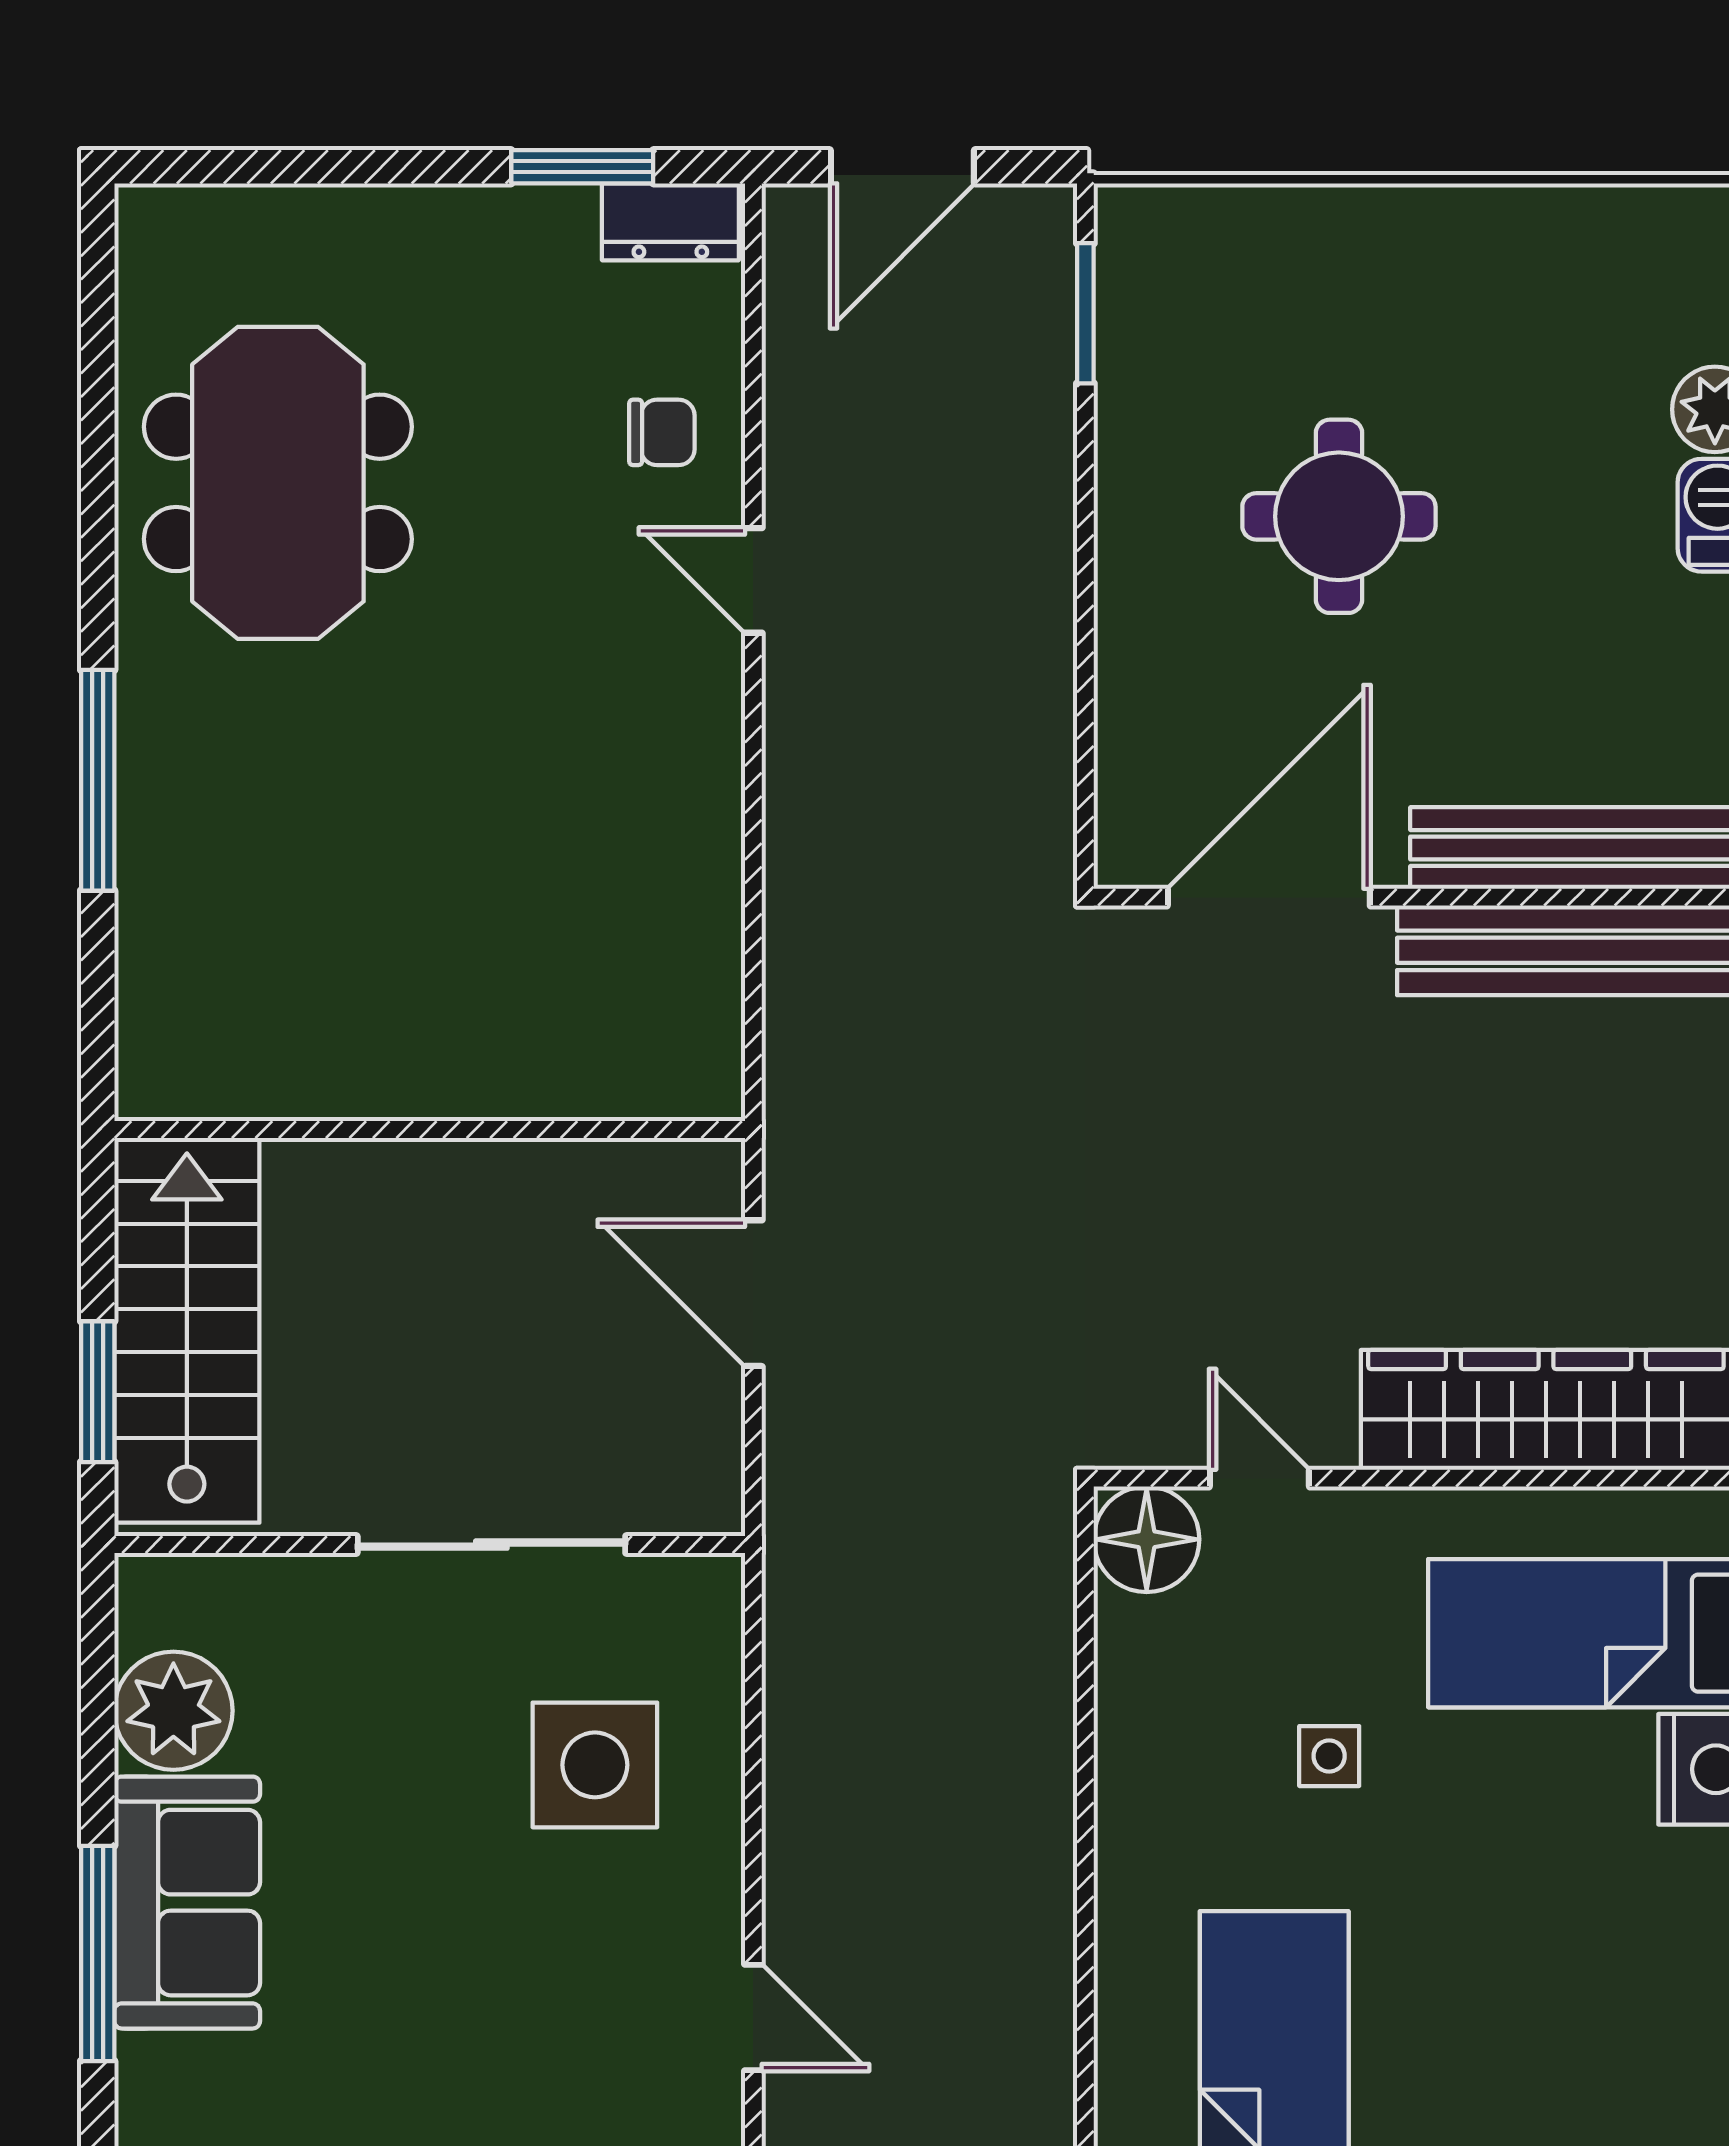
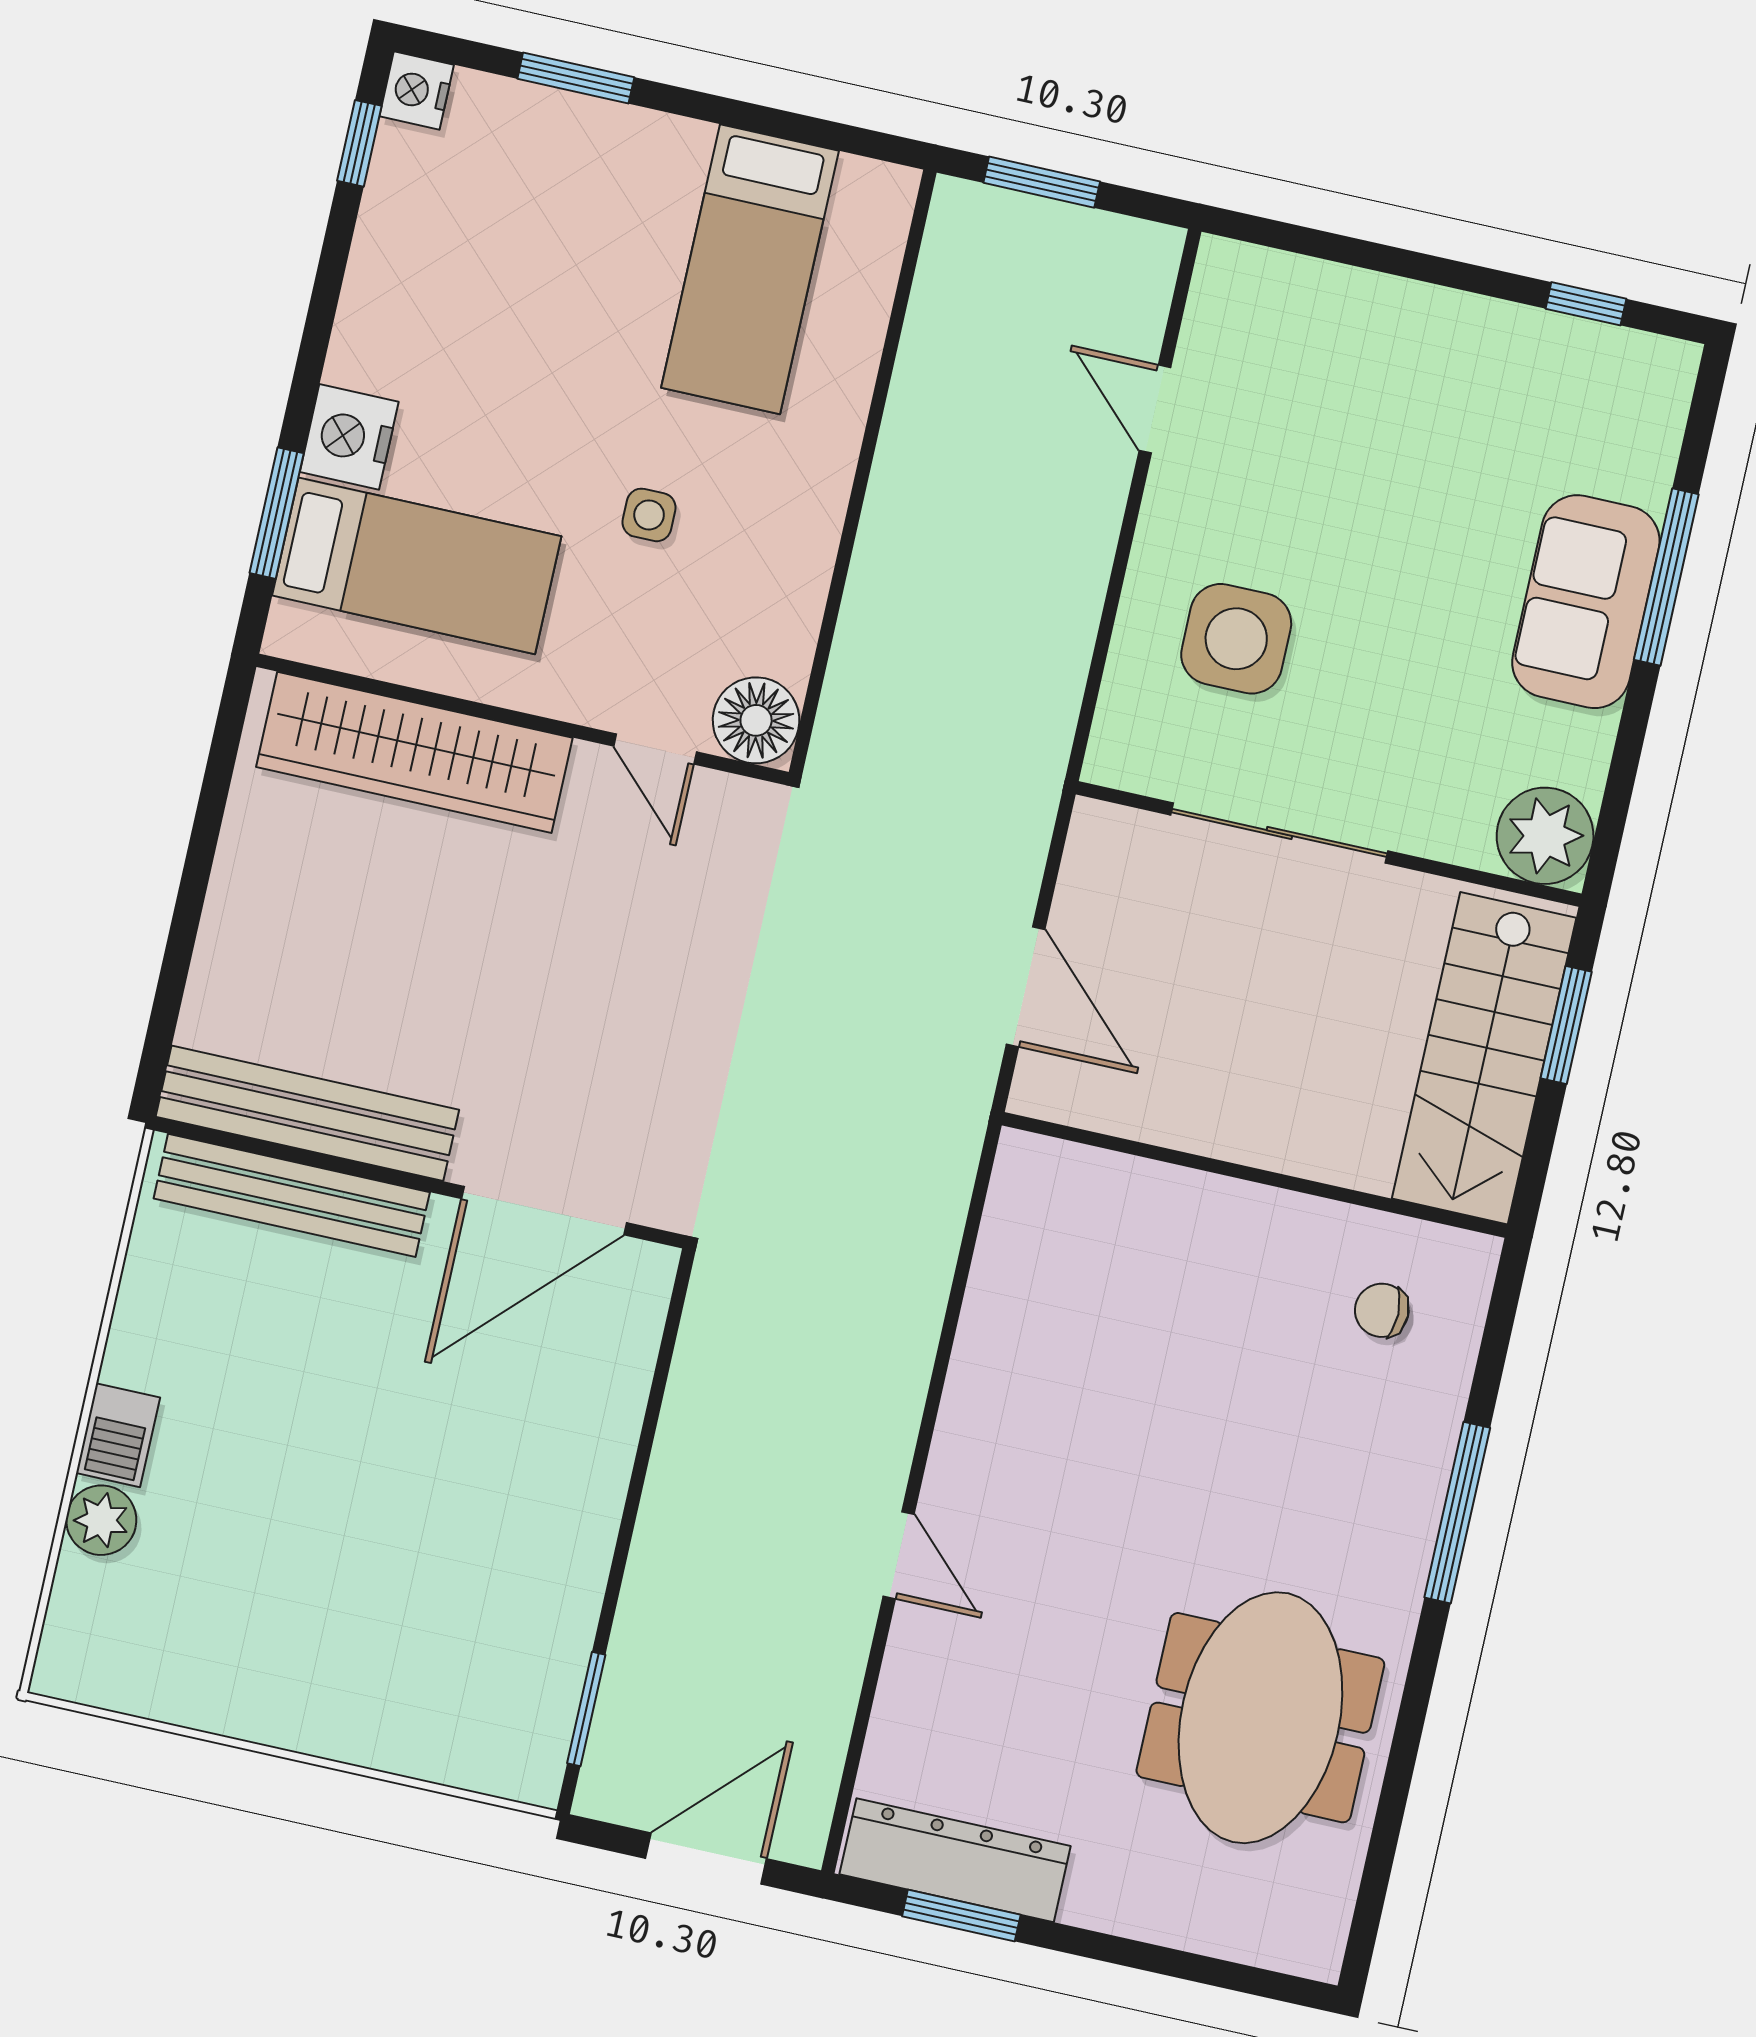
dresser: (670, 222) -> (955, 1860), width x1.96, depth x1.24
chair: (662, 432) -> (1382, 1310), moved
round table: (1339, 516) -> (420, 1502), removed
plant: (173, 1711) -> (1545, 836), moved

